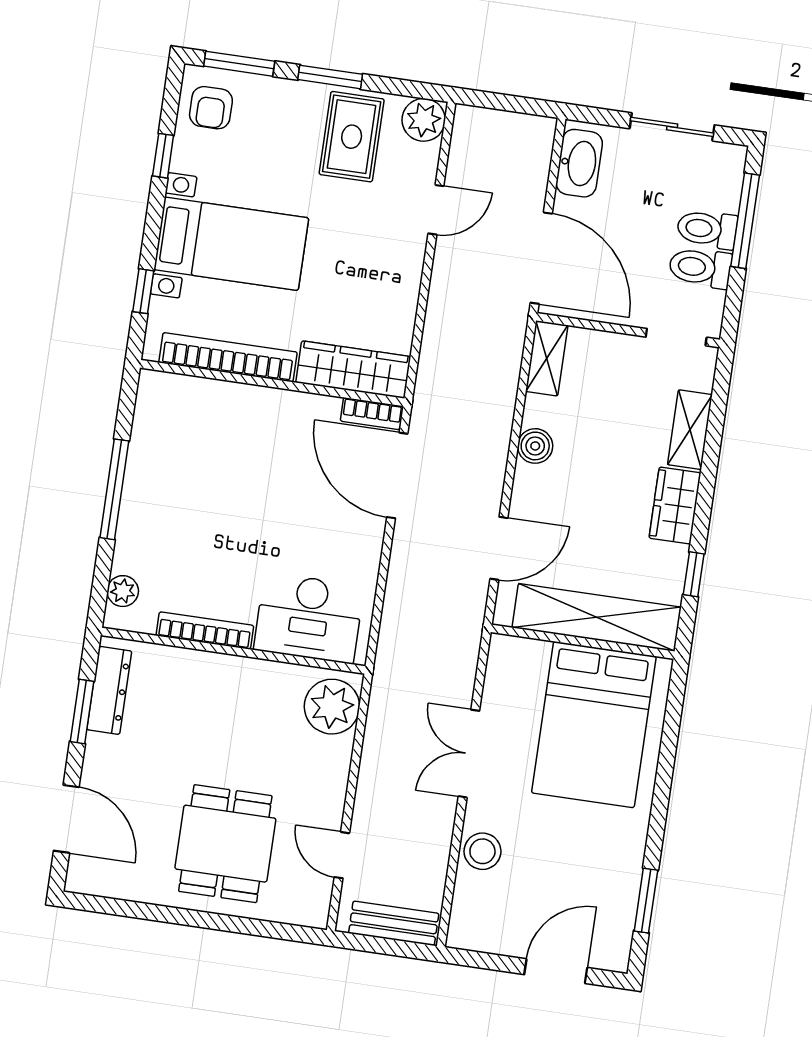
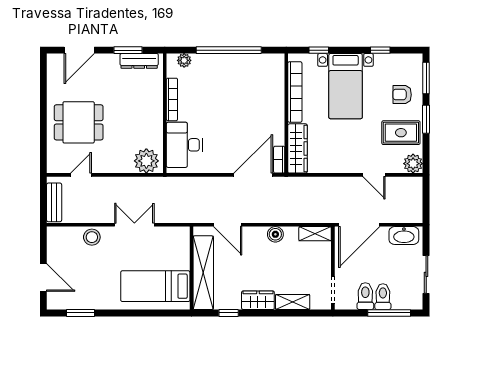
armchair: (211, 108) -> (402, 95), moved
window: (114, 489) -> (229, 50), width x1.46
bed: (594, 725) -> (155, 286), width x0.67

